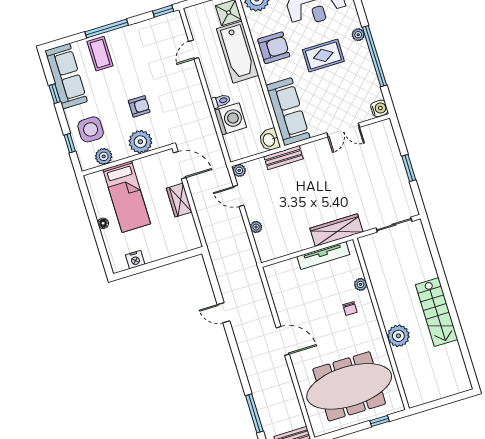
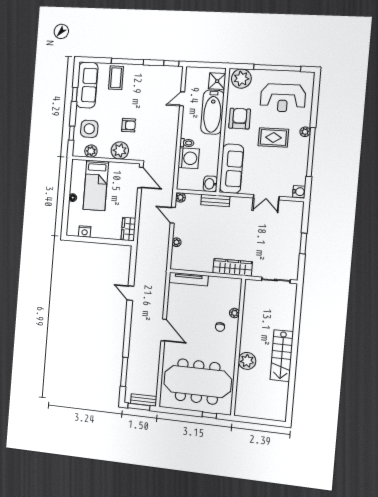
armchair: (274, 48) -> (240, 119), turned -90
wardrobe: (179, 200) -> (128, 229), moved
tv unit: (323, 255) -> (188, 279), moved

